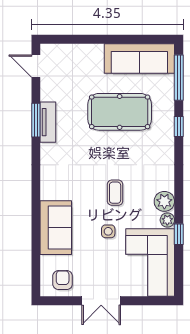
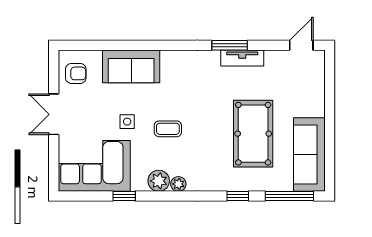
window: (36, 120) -> (230, 45), moved
plant: (167, 220) -> (178, 184), moved

